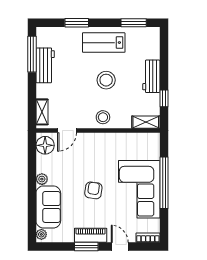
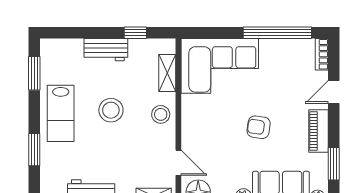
shelving: (146, 122) -> (167, 73), moved
window: (164, 183) -> (277, 33), moved
corner sofa: (139, 189) -> (220, 66), moved
window: (86, 247) -> (334, 164), moved

